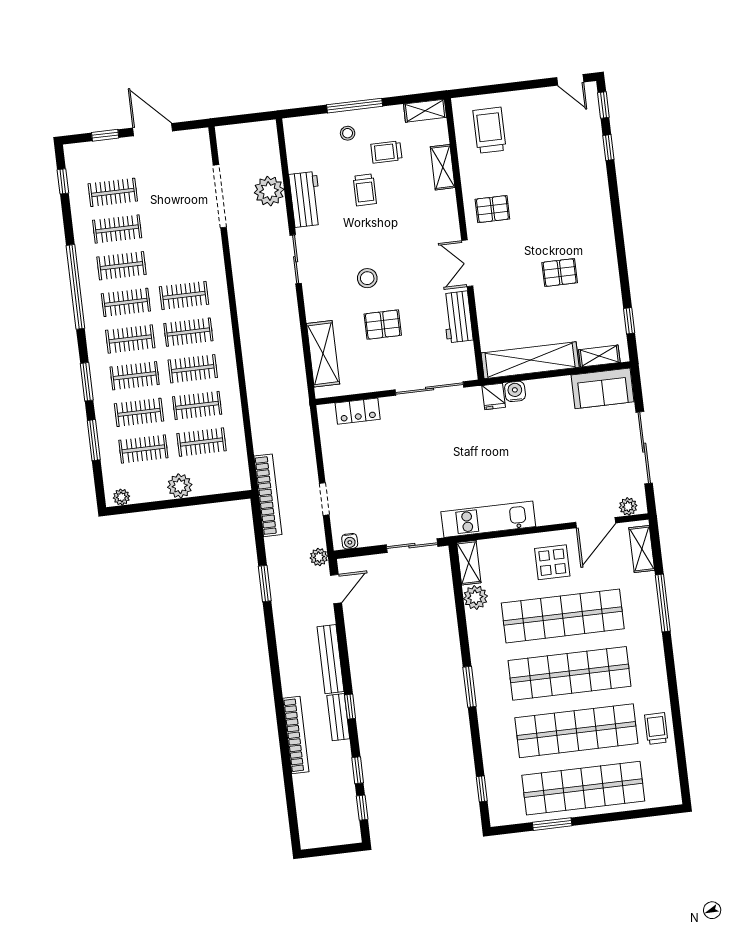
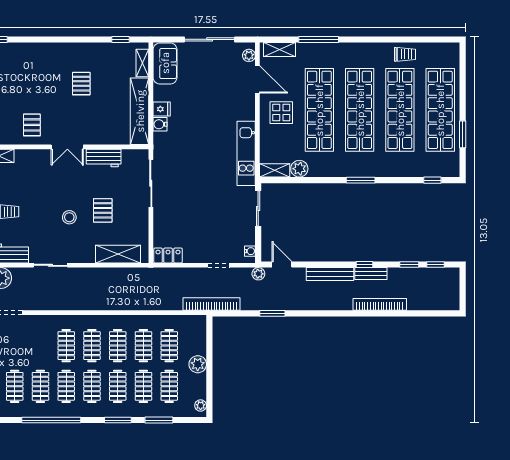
fridge: (494, 396) -> (162, 109), moved
locker: (358, 411) -> (168, 256), moved, turned -90
trolley: (656, 729) -> (405, 54), turned 180

